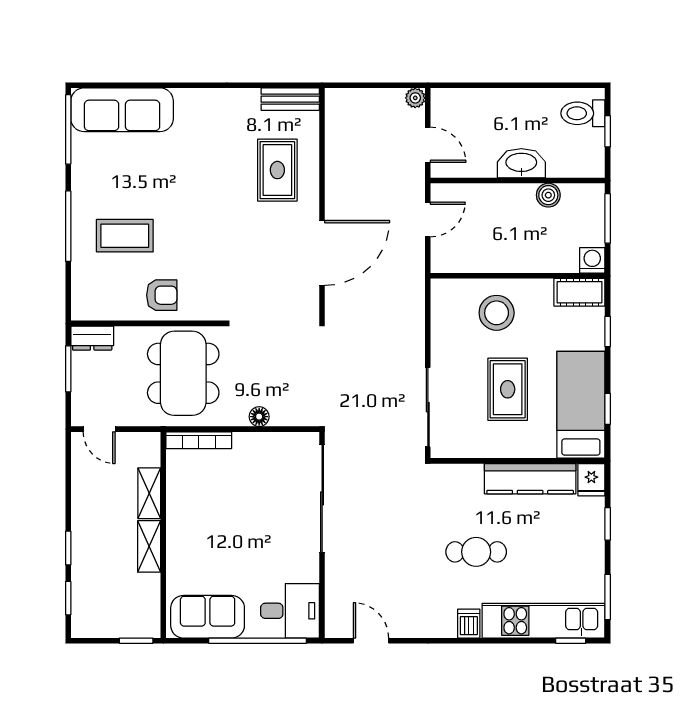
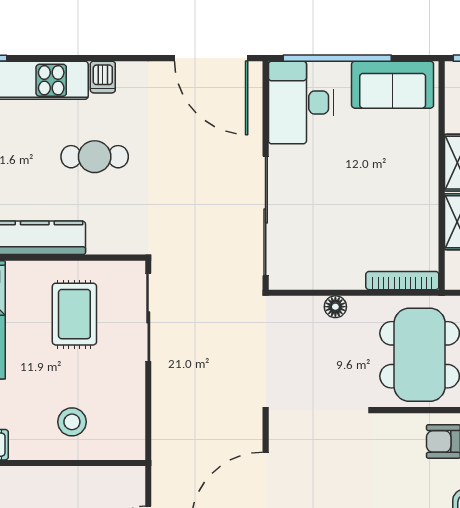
stool: (497, 313) -> (72, 422), width x0.73, depth x0.73
rug: (508, 389) -> (74, 314), moved
desk: (290, 611) -> (301, 102), width x1.37
door: (371, 641) -> (211, 58), width x1.88

